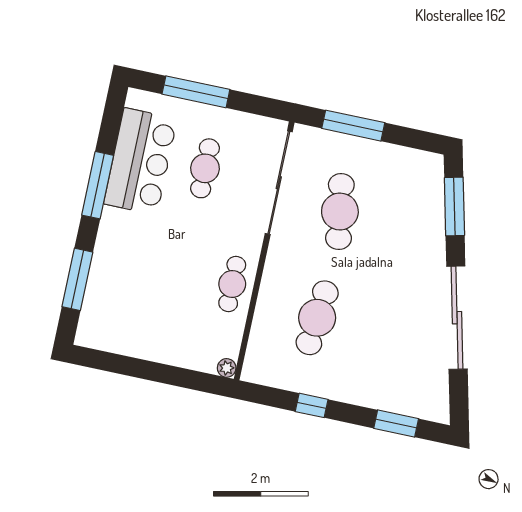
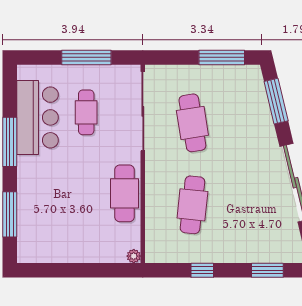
window: (196, 92) -> (86, 57), moved
window: (353, 126) -> (222, 57), moved
cafe table: (232, 284) -> (125, 193), width x1.37, depth x1.35

